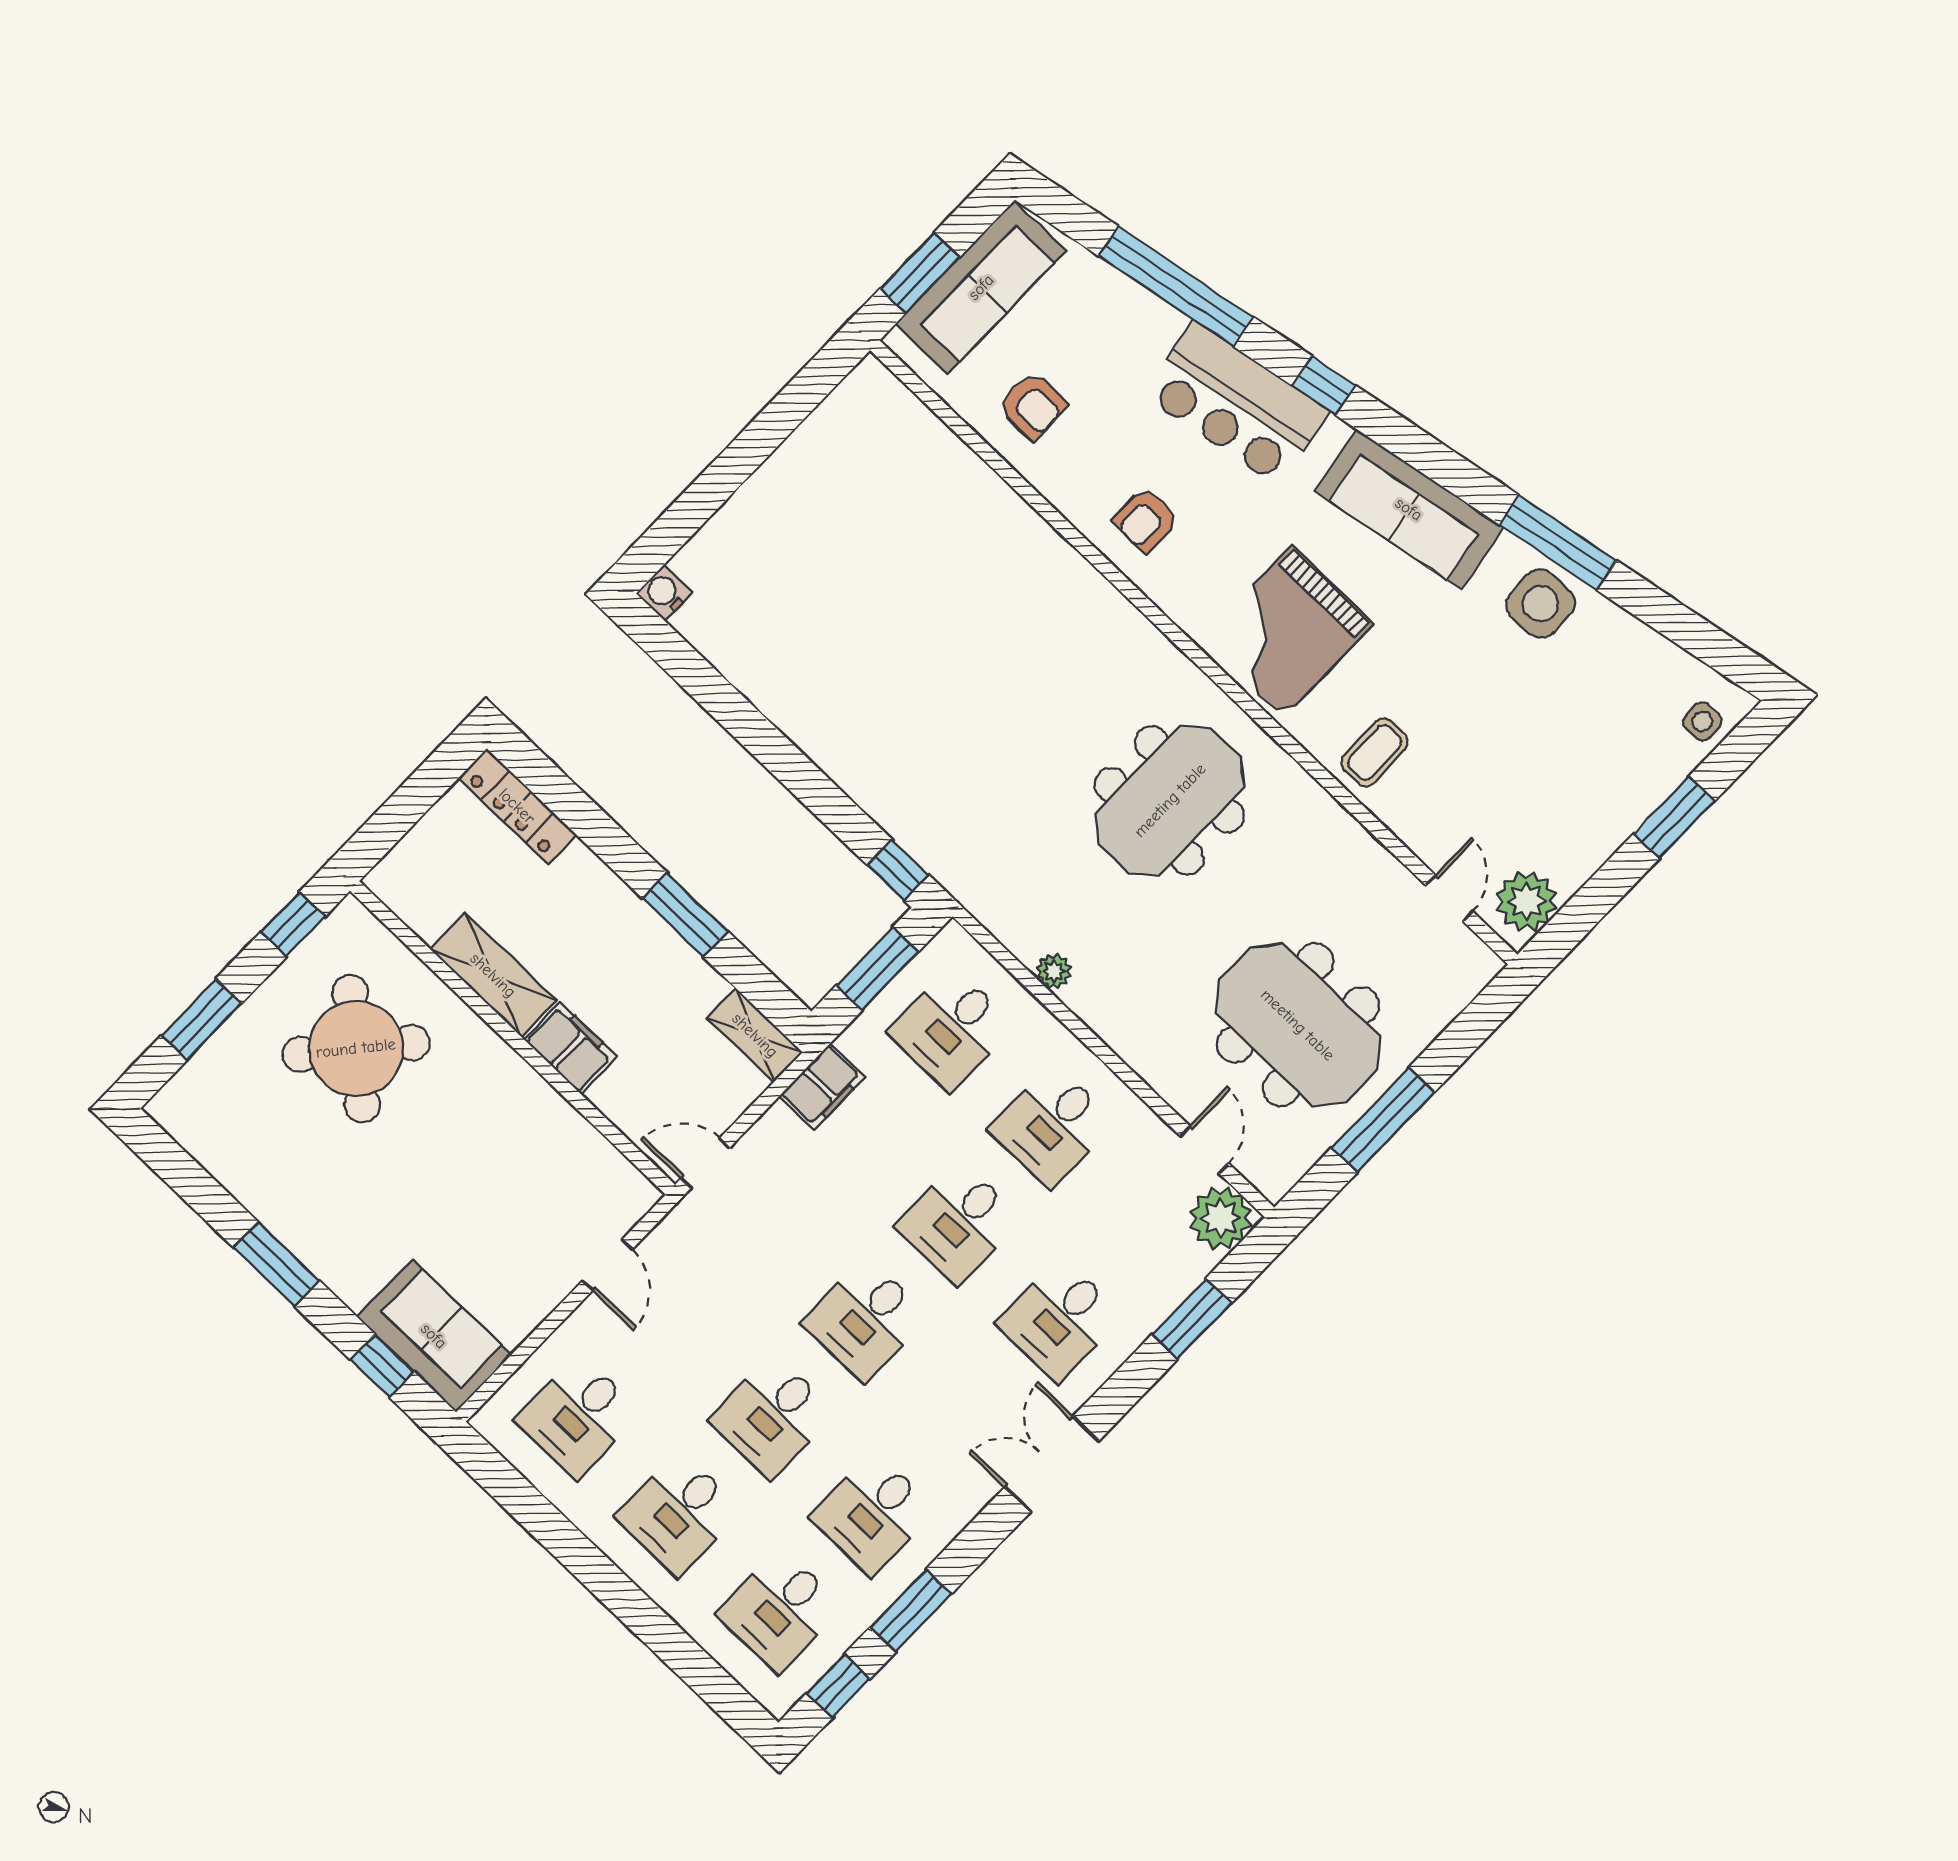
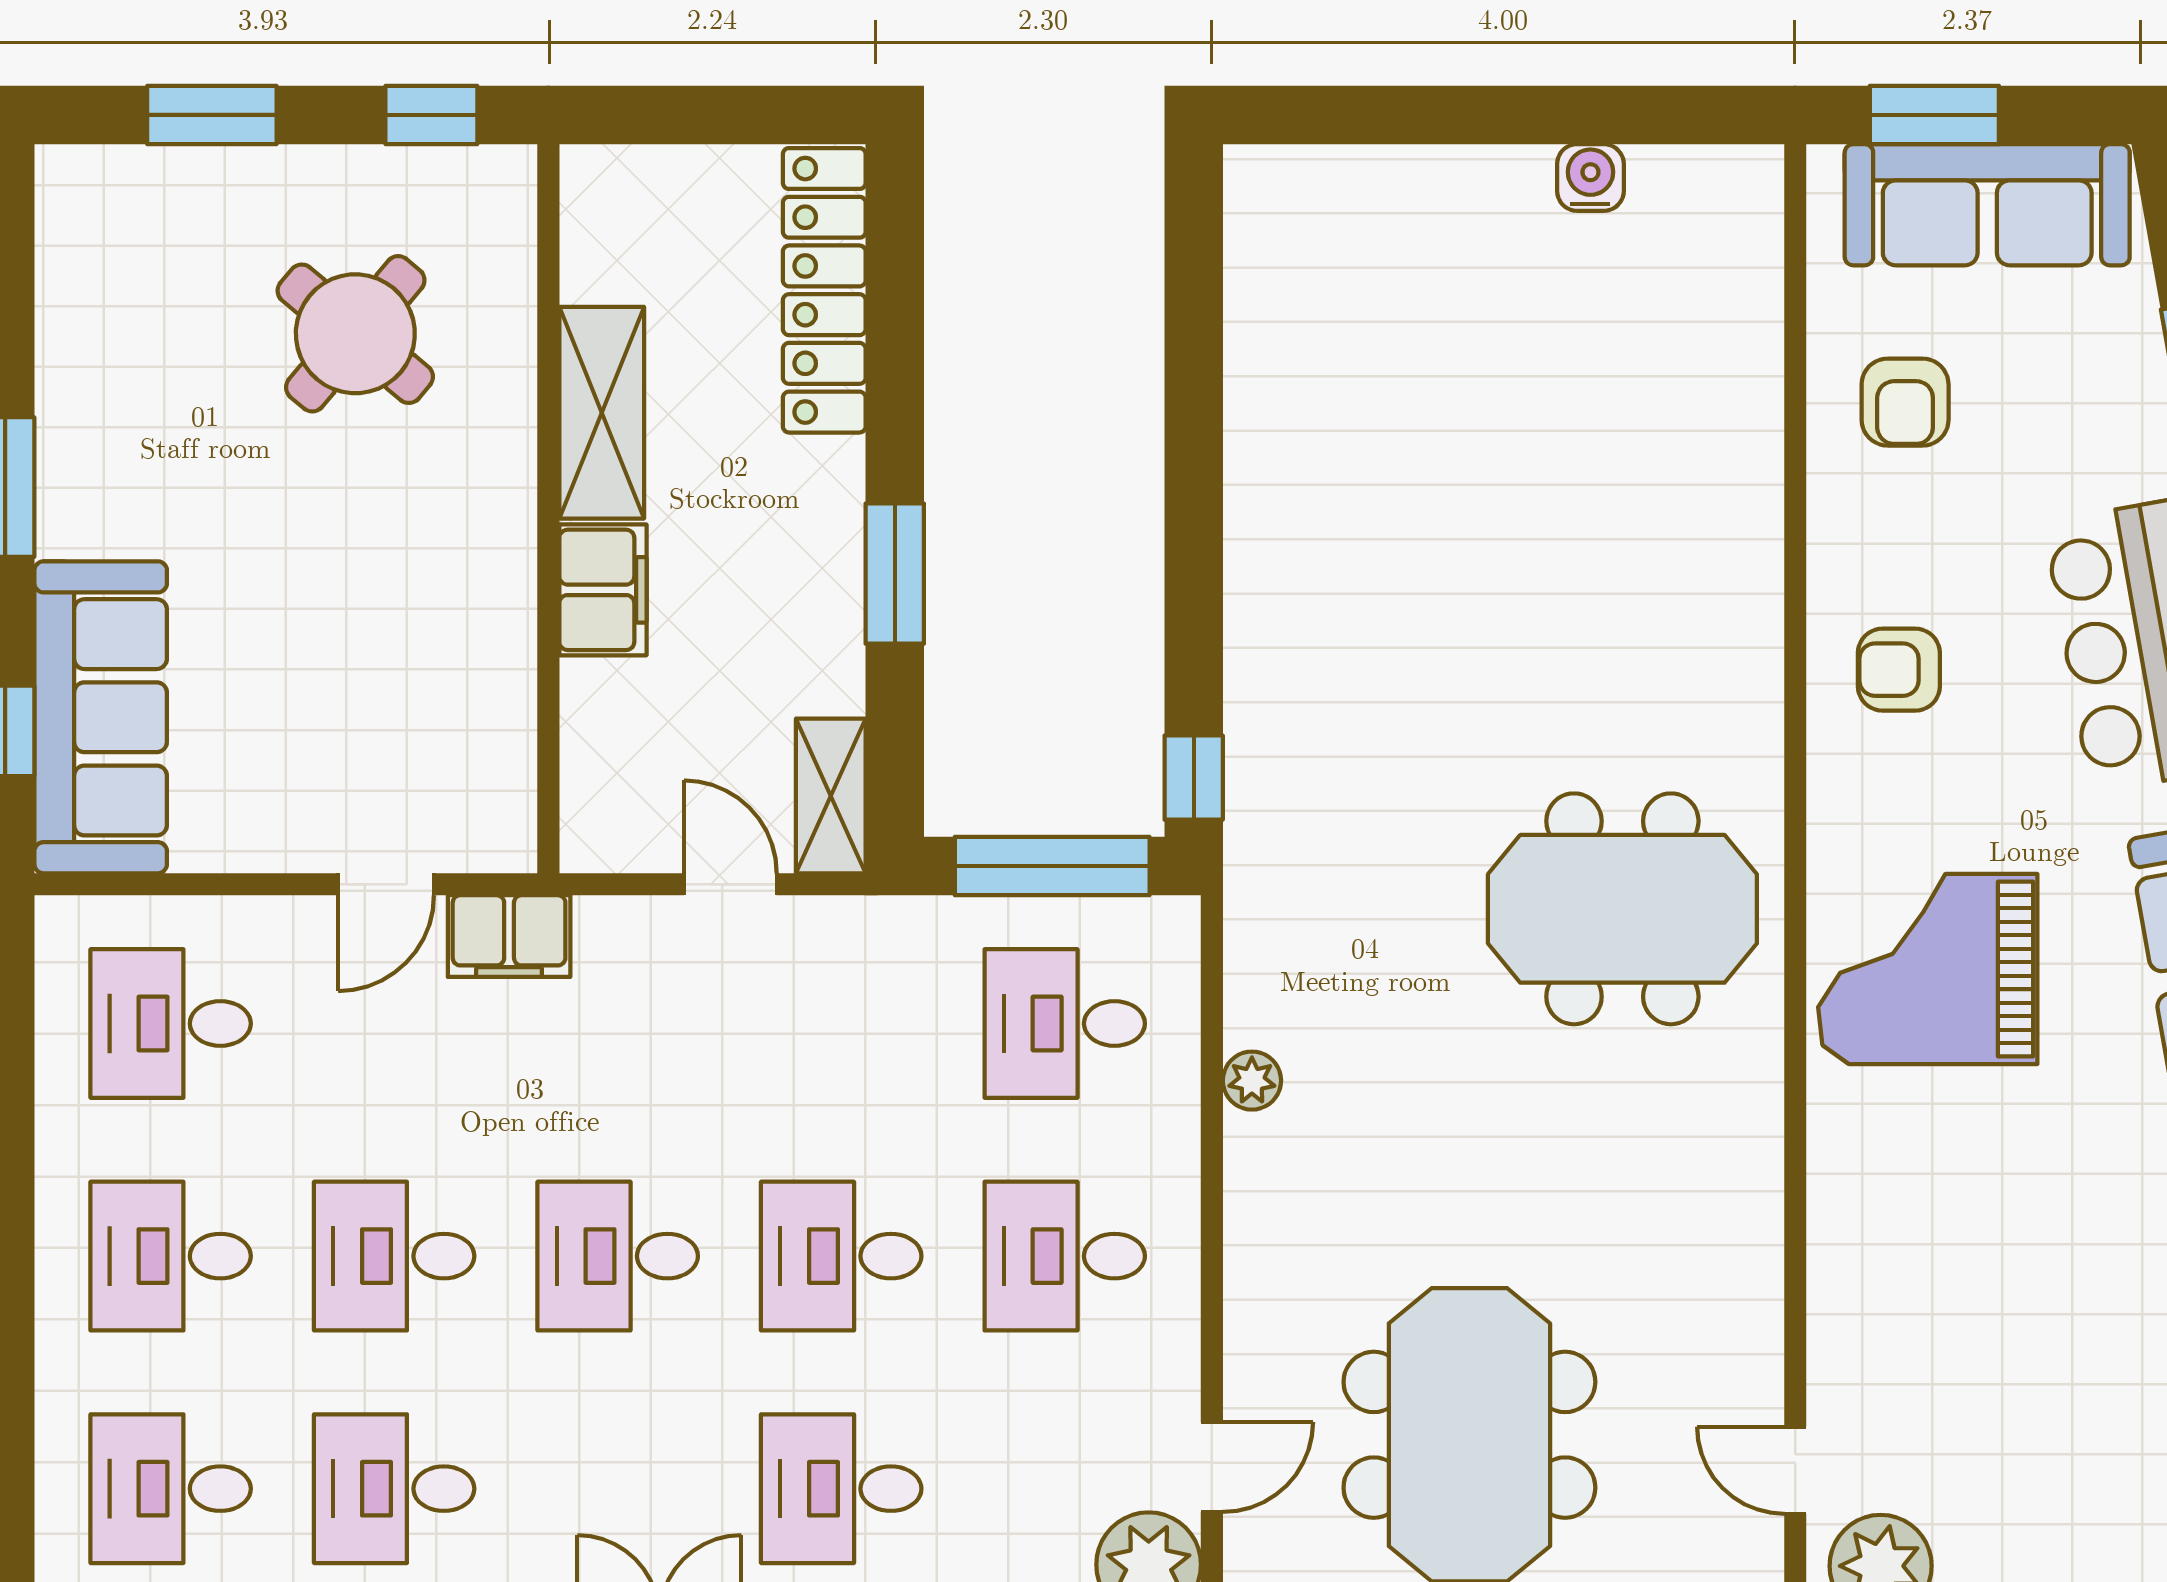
water cooler: (664, 593) -> (1590, 177), moved
coffee table: (1375, 752) -> (1884, 1212), removed
meeting table: (1170, 800) -> (1622, 909), moved
locker: (517, 806) -> (824, 290), width x1.41, depth x1.21
door: (1449, 898) -> (1795, 1470), swing flipped
window: (878, 968) -> (1052, 866), width x1.44
round table: (356, 1048) -> (355, 334), width x0.73, depth x0.73
filing cabinet: (822, 1087) -> (509, 936), moved
door: (705, 1163) -> (730, 884), moved
sofa: (434, 1336) -> (101, 717), width x1.36

